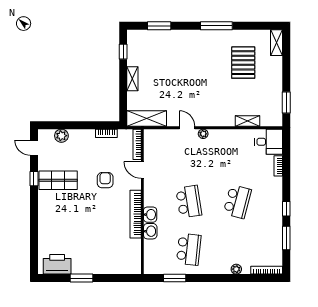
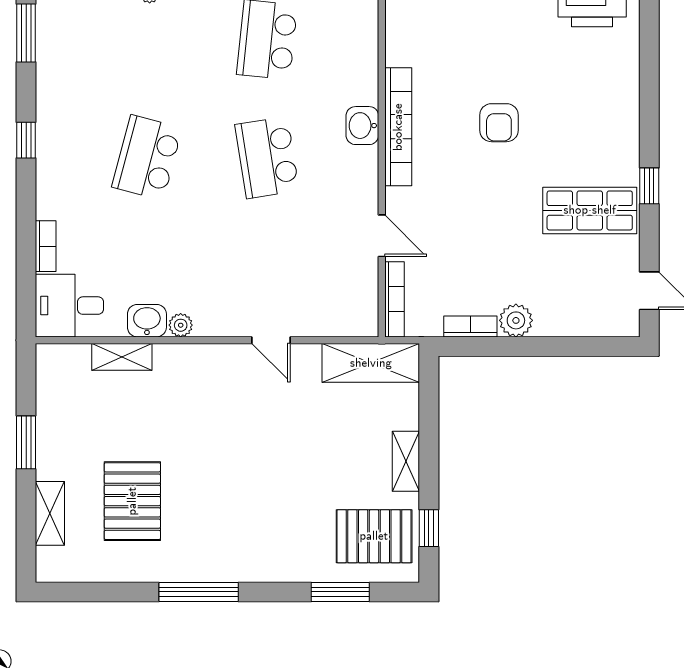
shelving: (277, 43) -> (50, 513), moved
pallet: (145, 48) -> (374, 536), added
window: (286, 103) -> (26, 442), moved
plant: (203, 134) -> (181, 325), moved
plant: (61, 136) -> (516, 320), moved
window: (34, 179) -> (649, 186), moved
armchair: (105, 180) -> (499, 123), moved
washbasin: (150, 231) -> (147, 321), moved, turned 90
window: (286, 238) -> (26, 33), moved

